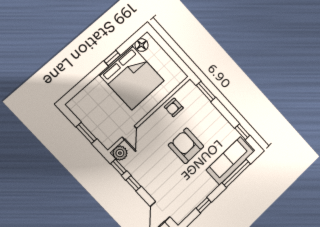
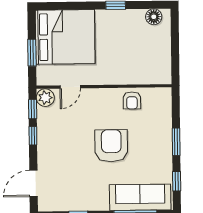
bed: (132, 78) -> (65, 37), moved, turned -90
window: (206, 91) -> (176, 142), moved
armchair: (174, 107) -> (132, 100), turned -90

